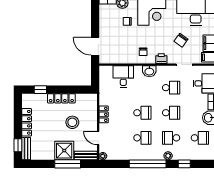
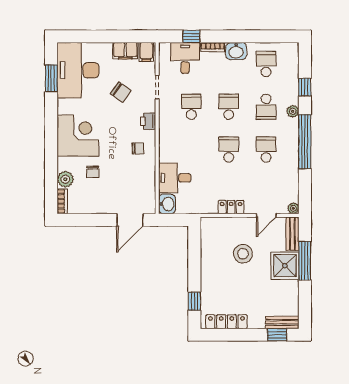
washbasin: (149, 71) -> (167, 204), moved
locker: (61, 98) -> (207, 270), removed
locker: (27, 122) -> (226, 322), moved

